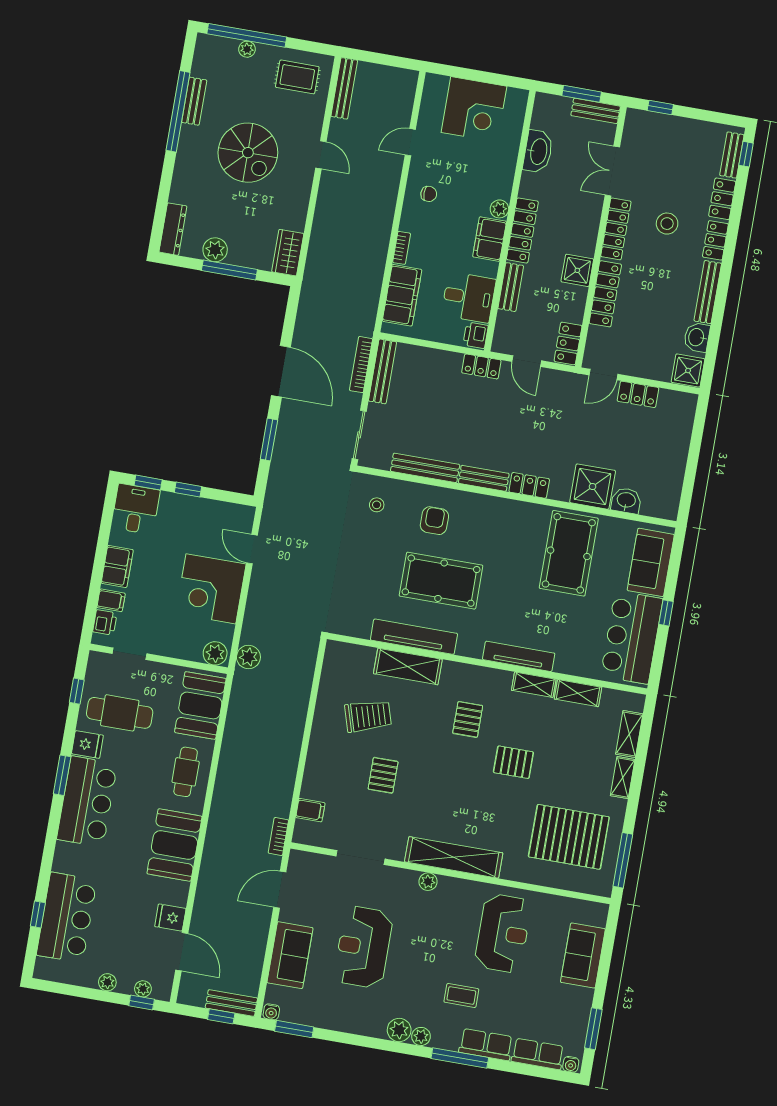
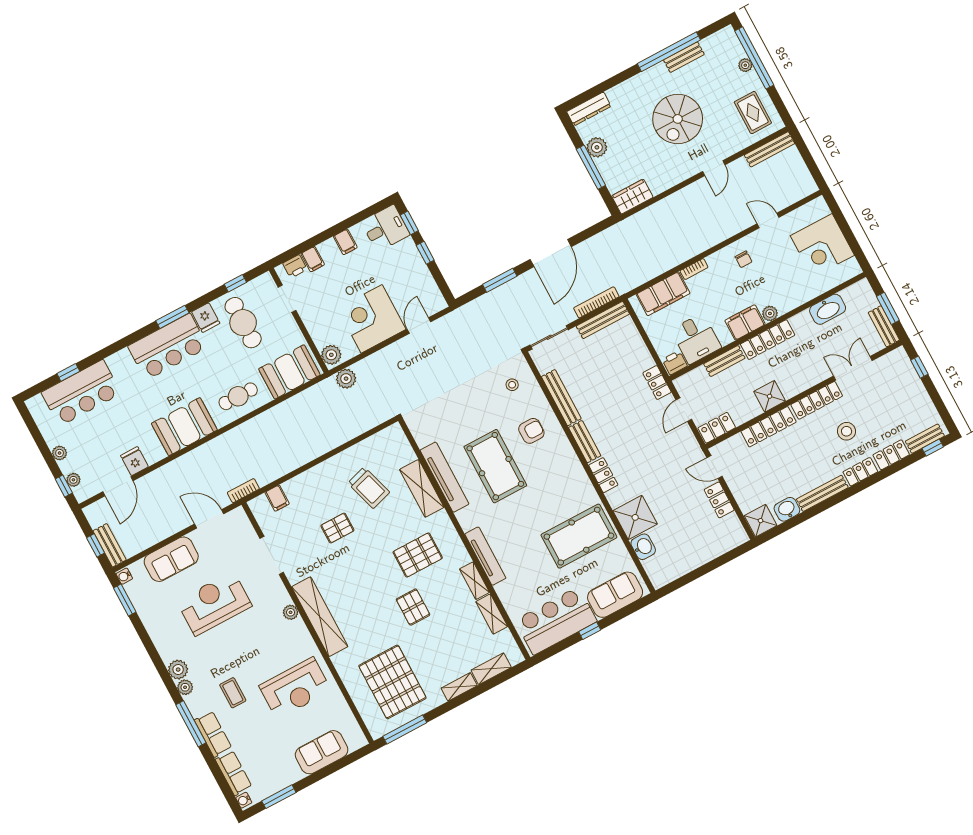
filing cabinet: (117, 566) -> (345, 242), width x0.50
pallet: (468, 719) -> (418, 555), width x1.50, depth x1.42

